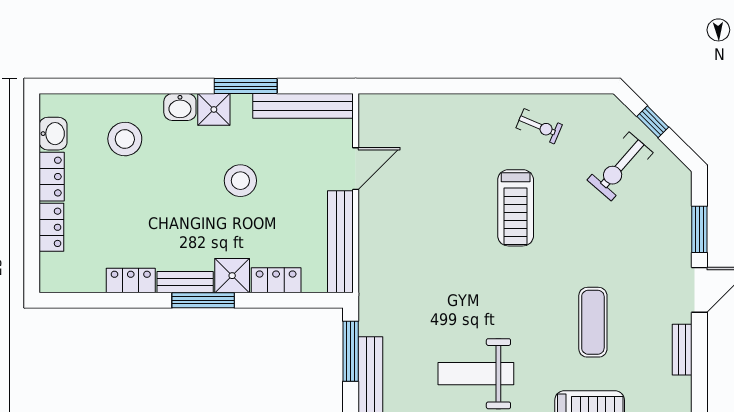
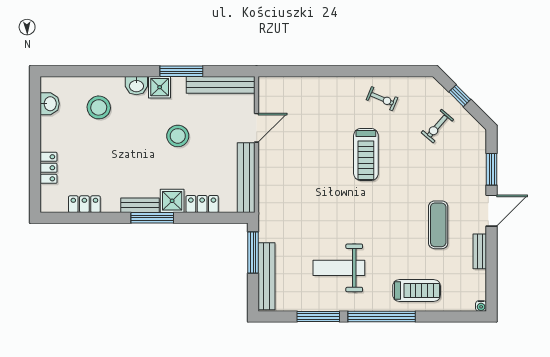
exercise bike: (620, 166) -> (437, 126), width x0.73, depth x0.72
locker: (52, 177) -> (49, 133), removed
locker: (131, 280) -> (84, 204), moved
exercise mat: (593, 322) -> (438, 225), moved

